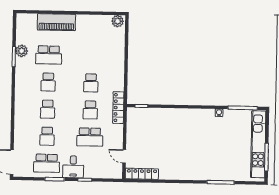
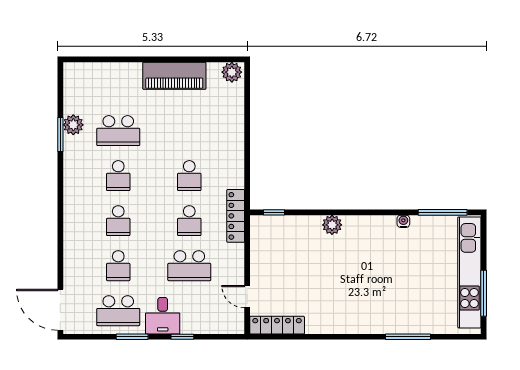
piano: (56, 22) -> (174, 76), moved
plant: (176, 114) -> (332, 225), added

